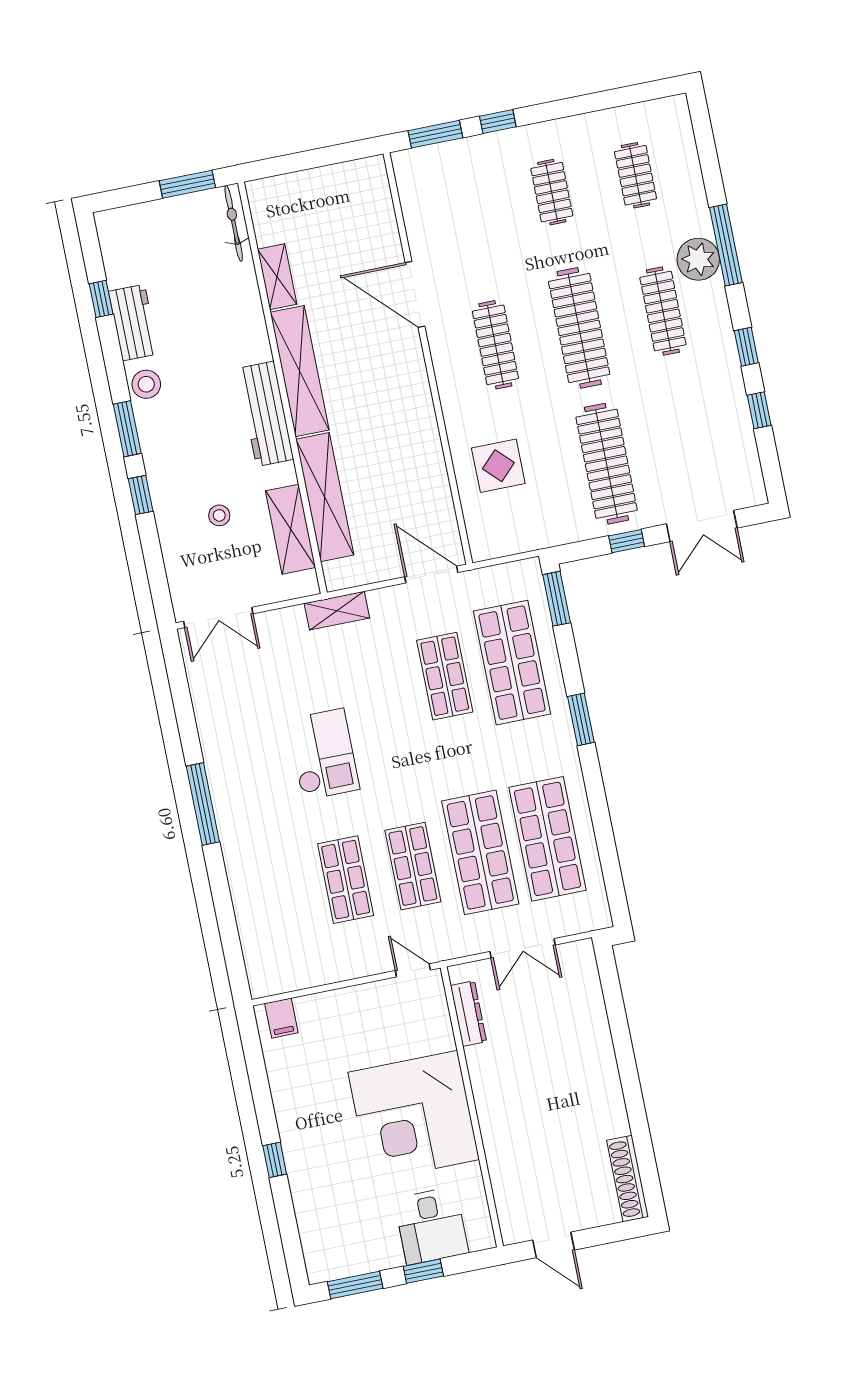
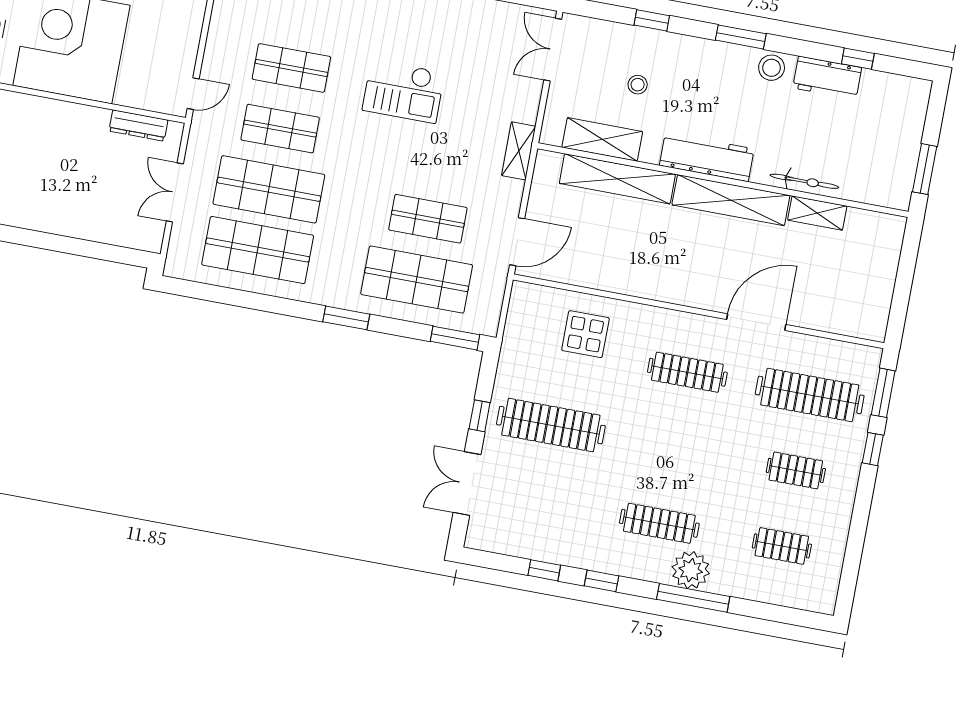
bicycle: (234, 223) -> (804, 181), moved
clothes rail: (579, 328) -> (810, 395), moved
window: (141, 495) -> (652, 20), moved

